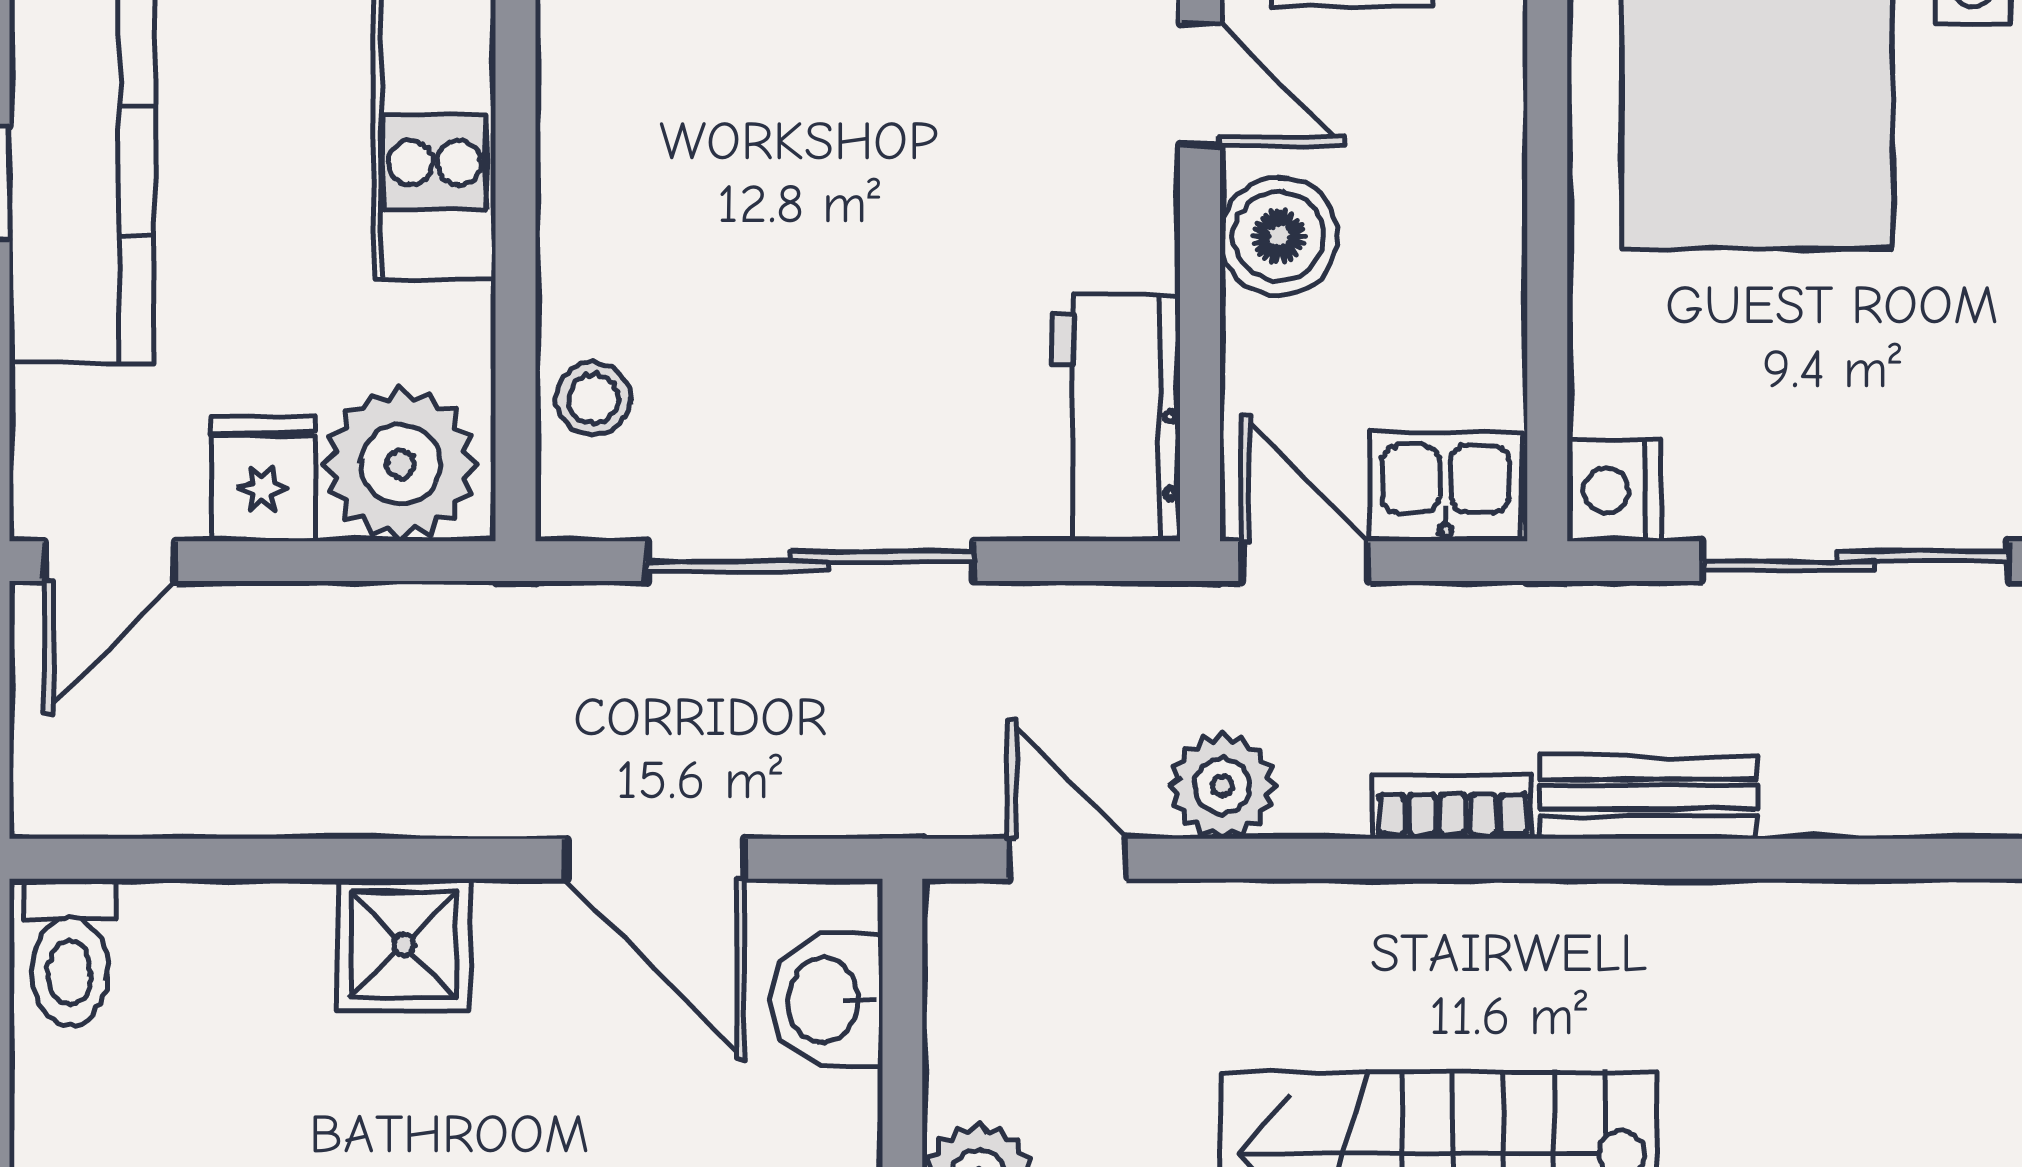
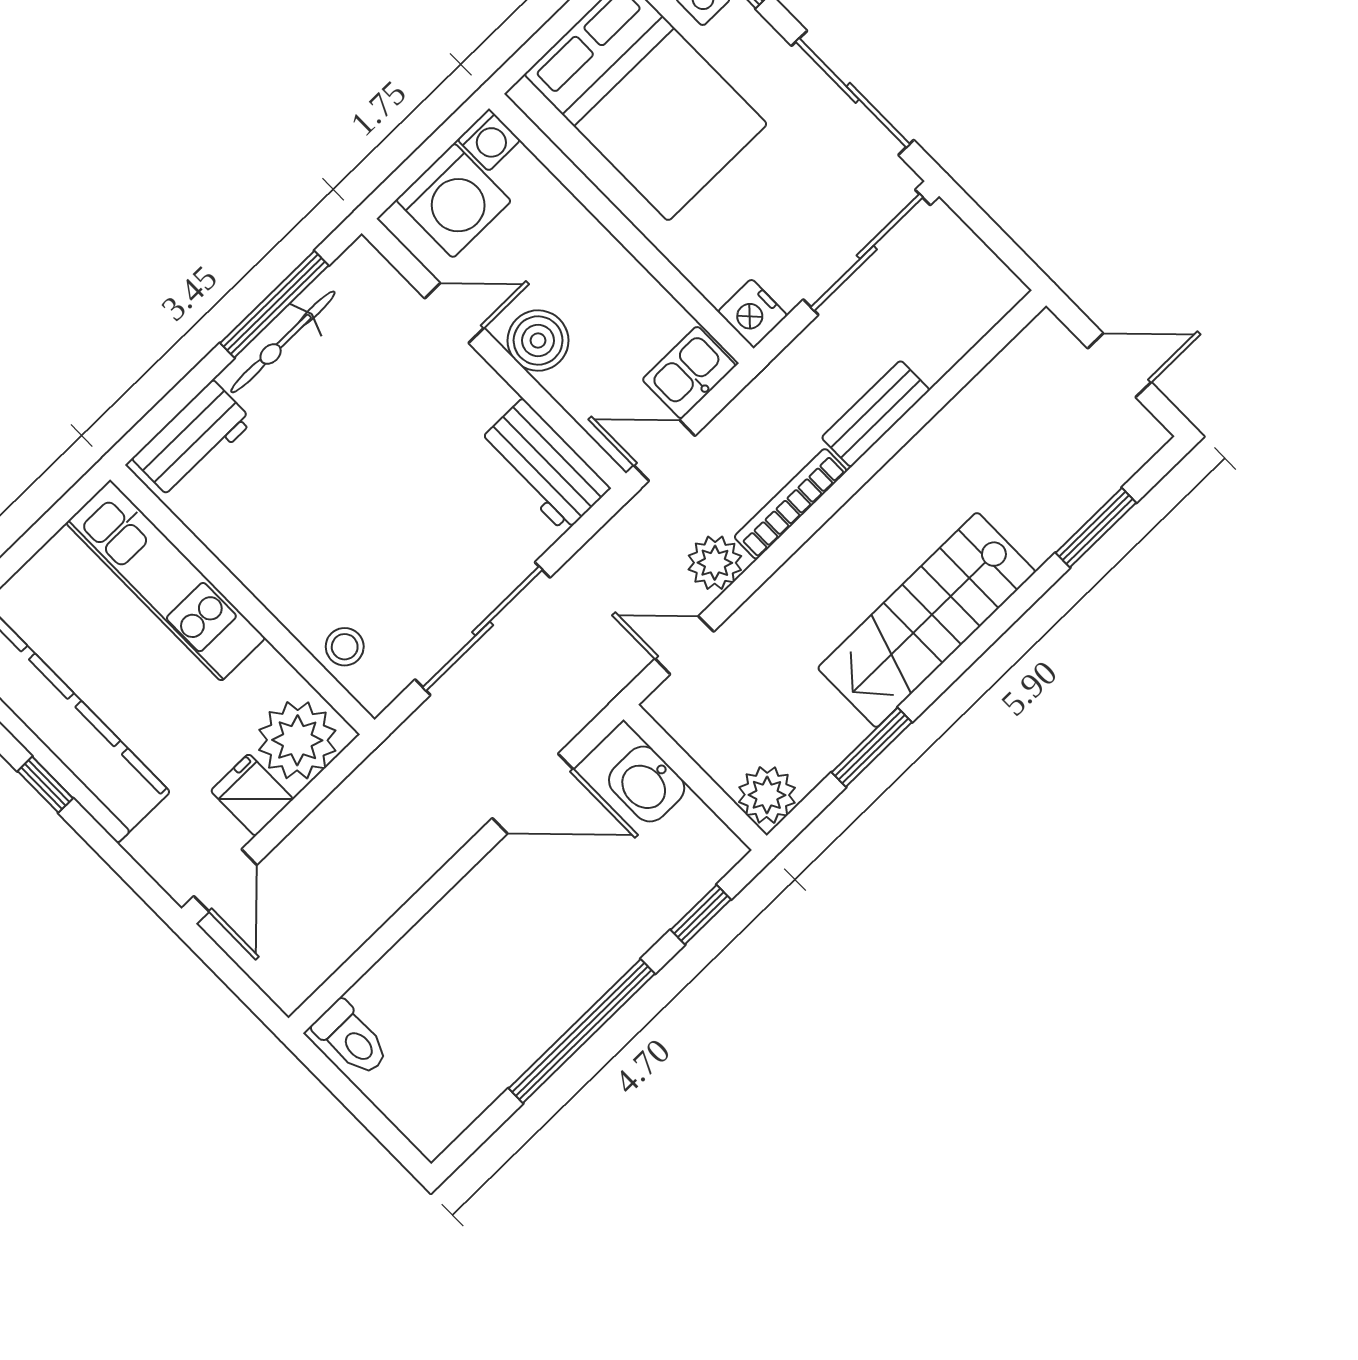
bookcase: (1452, 807) -> (791, 504), width x1.56
shower: (404, 945) -> (471, 915), removed

